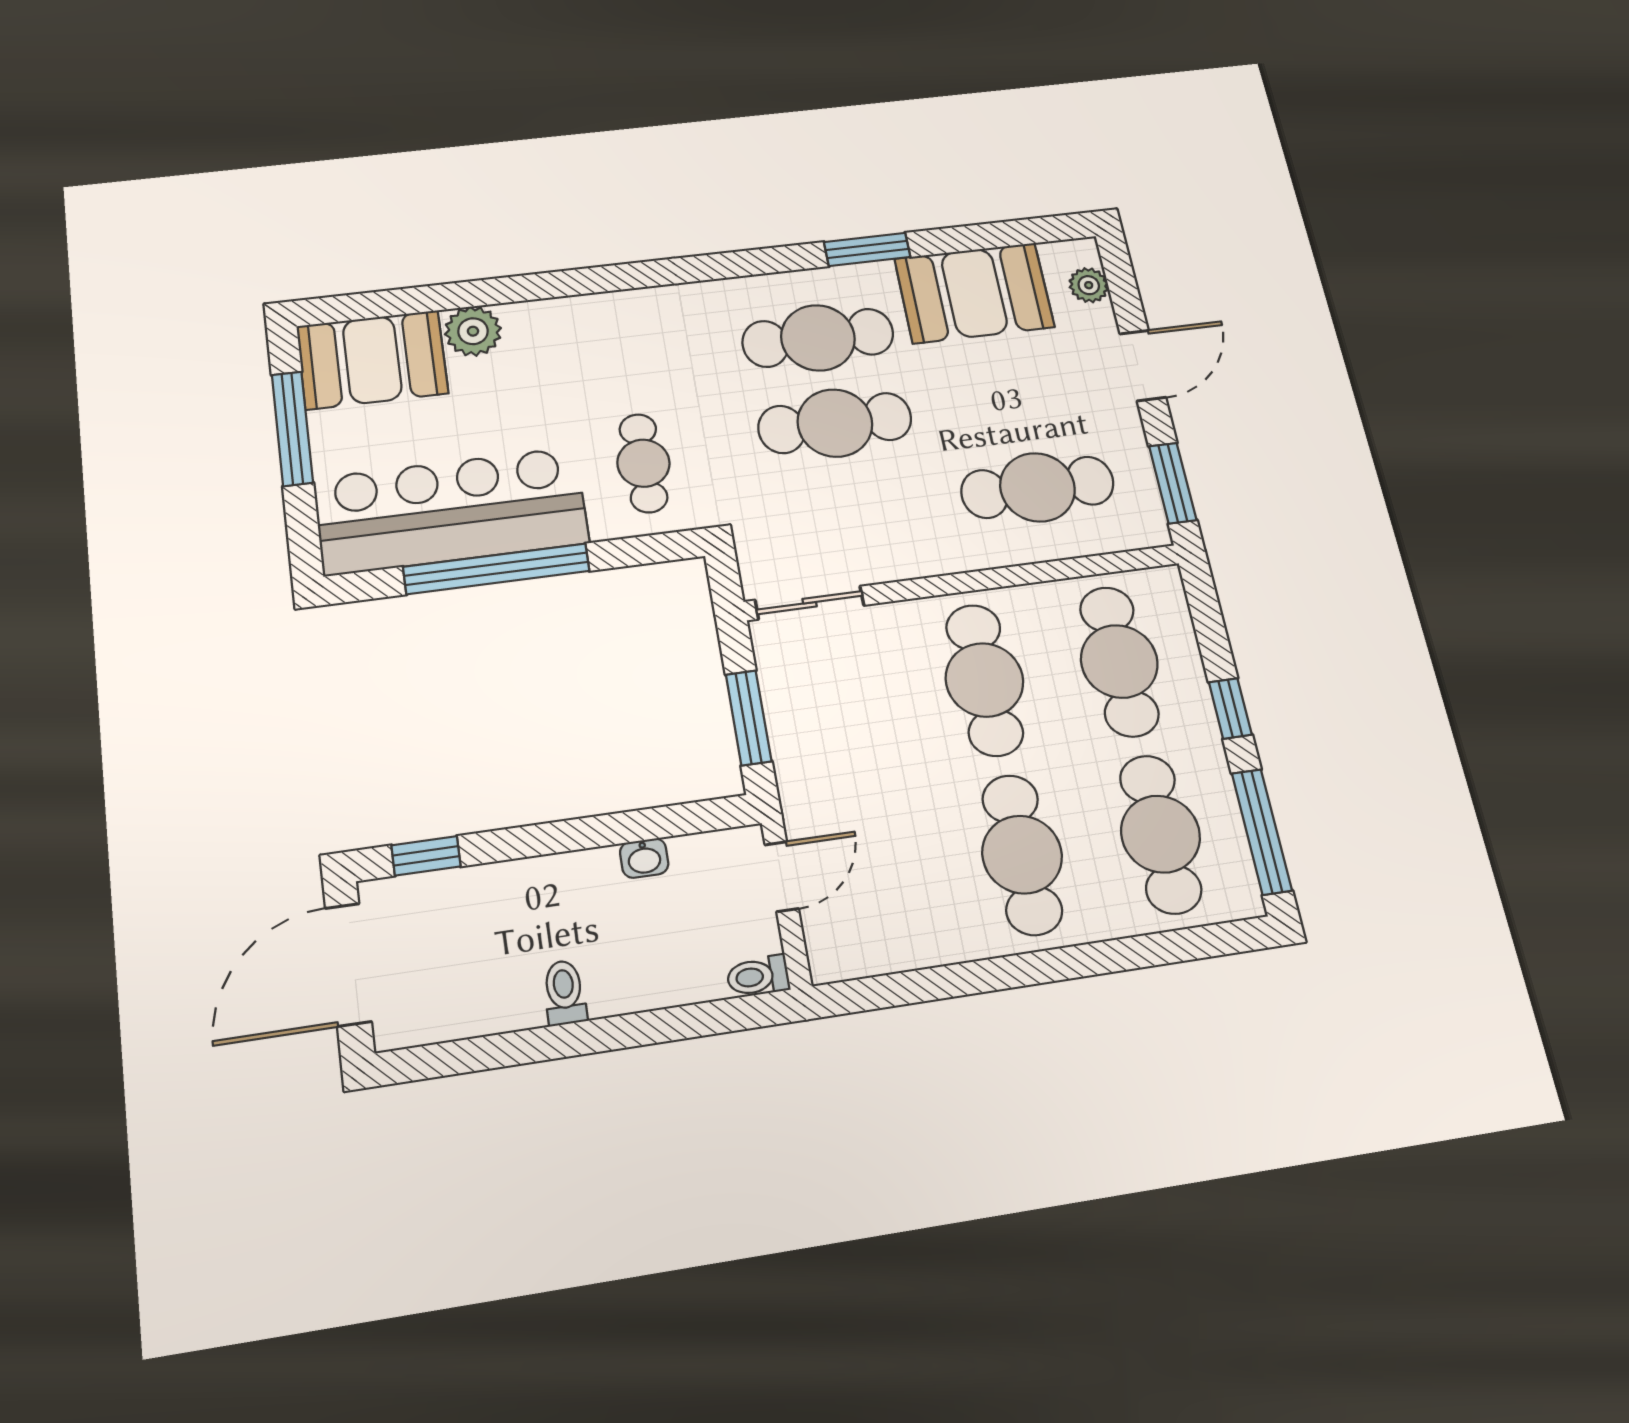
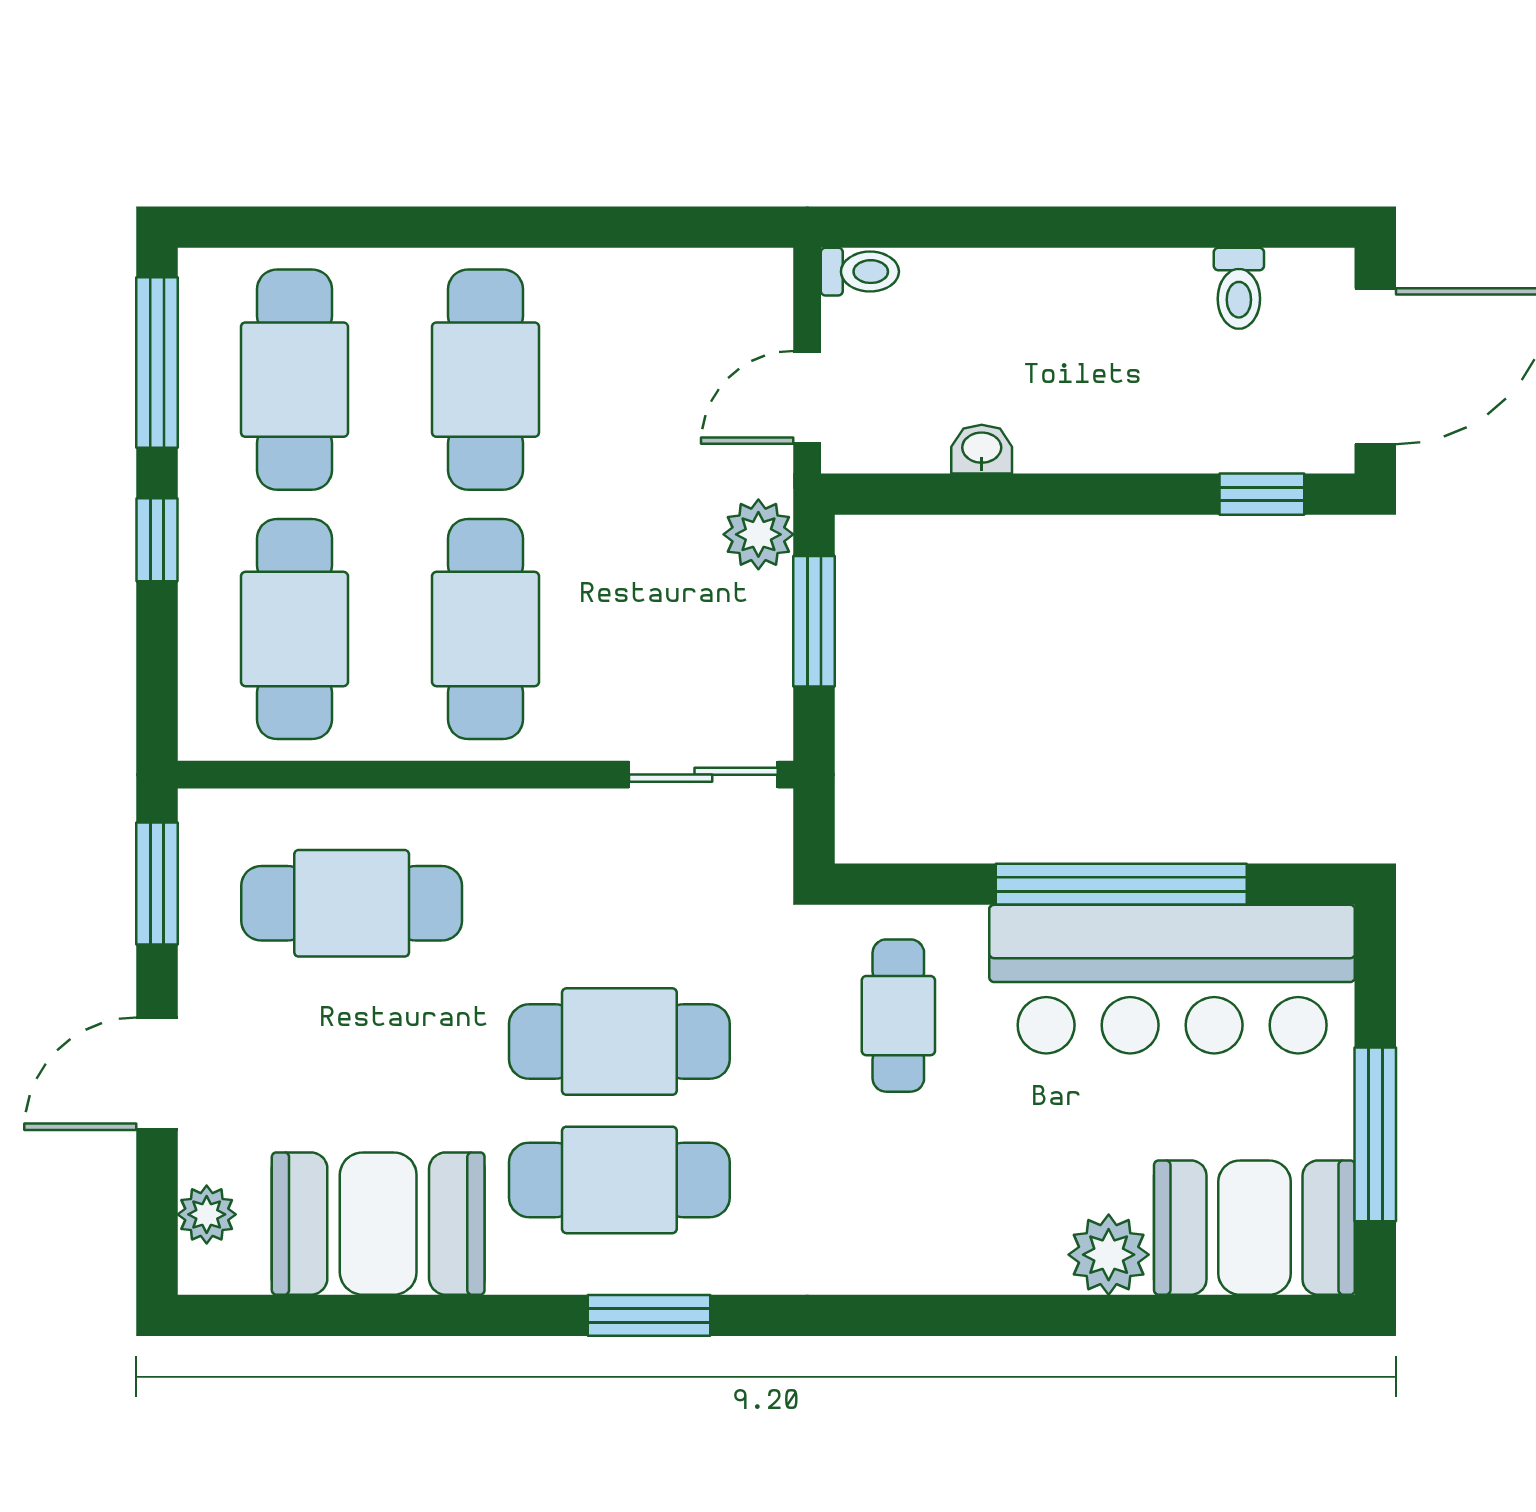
window: (867, 249) -> (649, 1315), moved
plant: (800, 773) -> (758, 534), added
toilet: (564, 993) -> (1239, 288), moved

